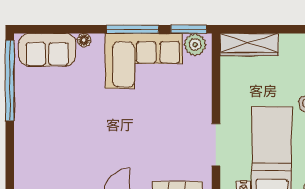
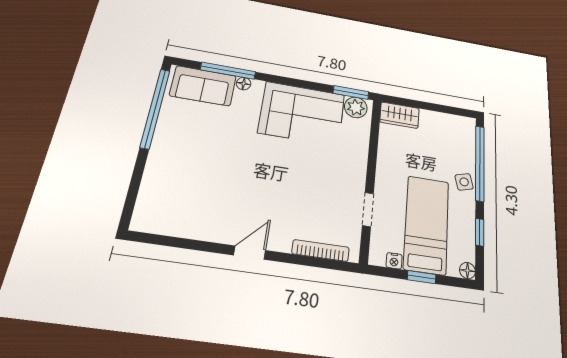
window: (133, 29) -> (228, 71), moved
wardrobe: (249, 45) -> (400, 115), width x0.67
doorway: (216, 145) -> (368, 209), width x0.73

